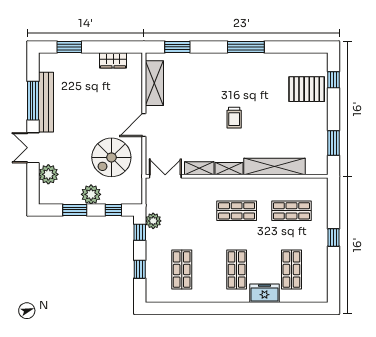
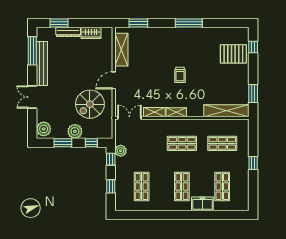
dresser: (82, 59) -> (68, 32), added
window: (33, 101) -> (32, 51), moved
shelving: (275, 166) -> (226, 111), moved
plant: (48, 174) -> (44, 129), moved

